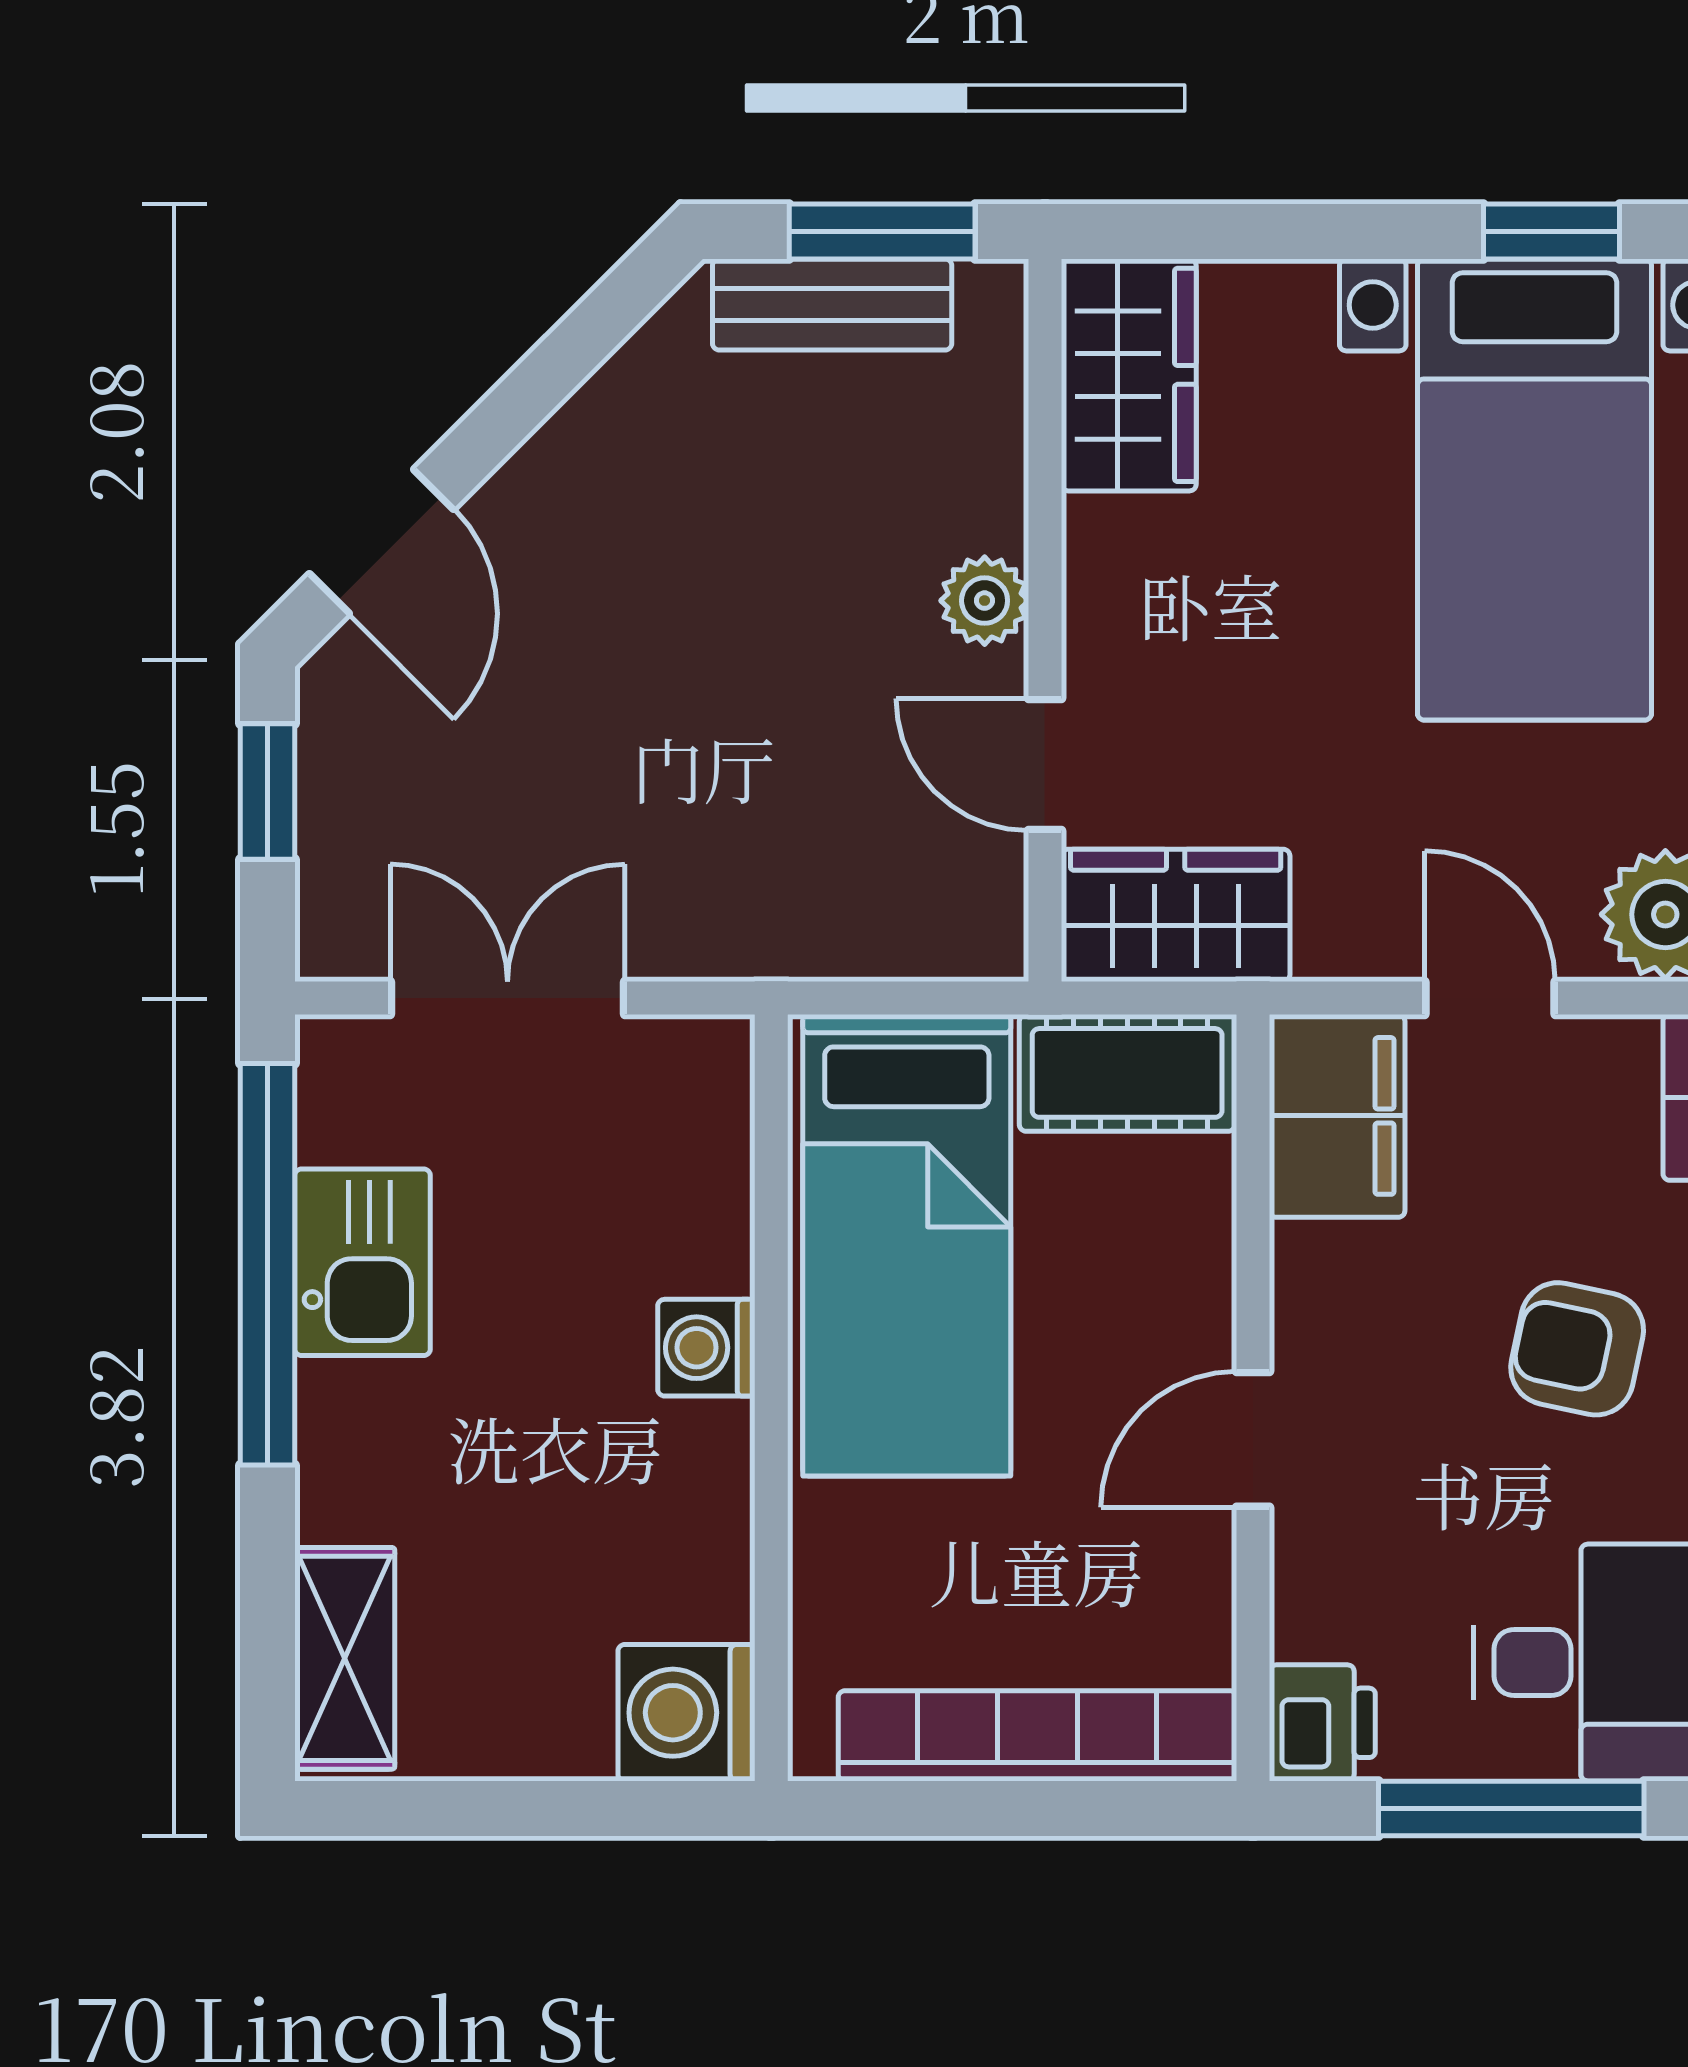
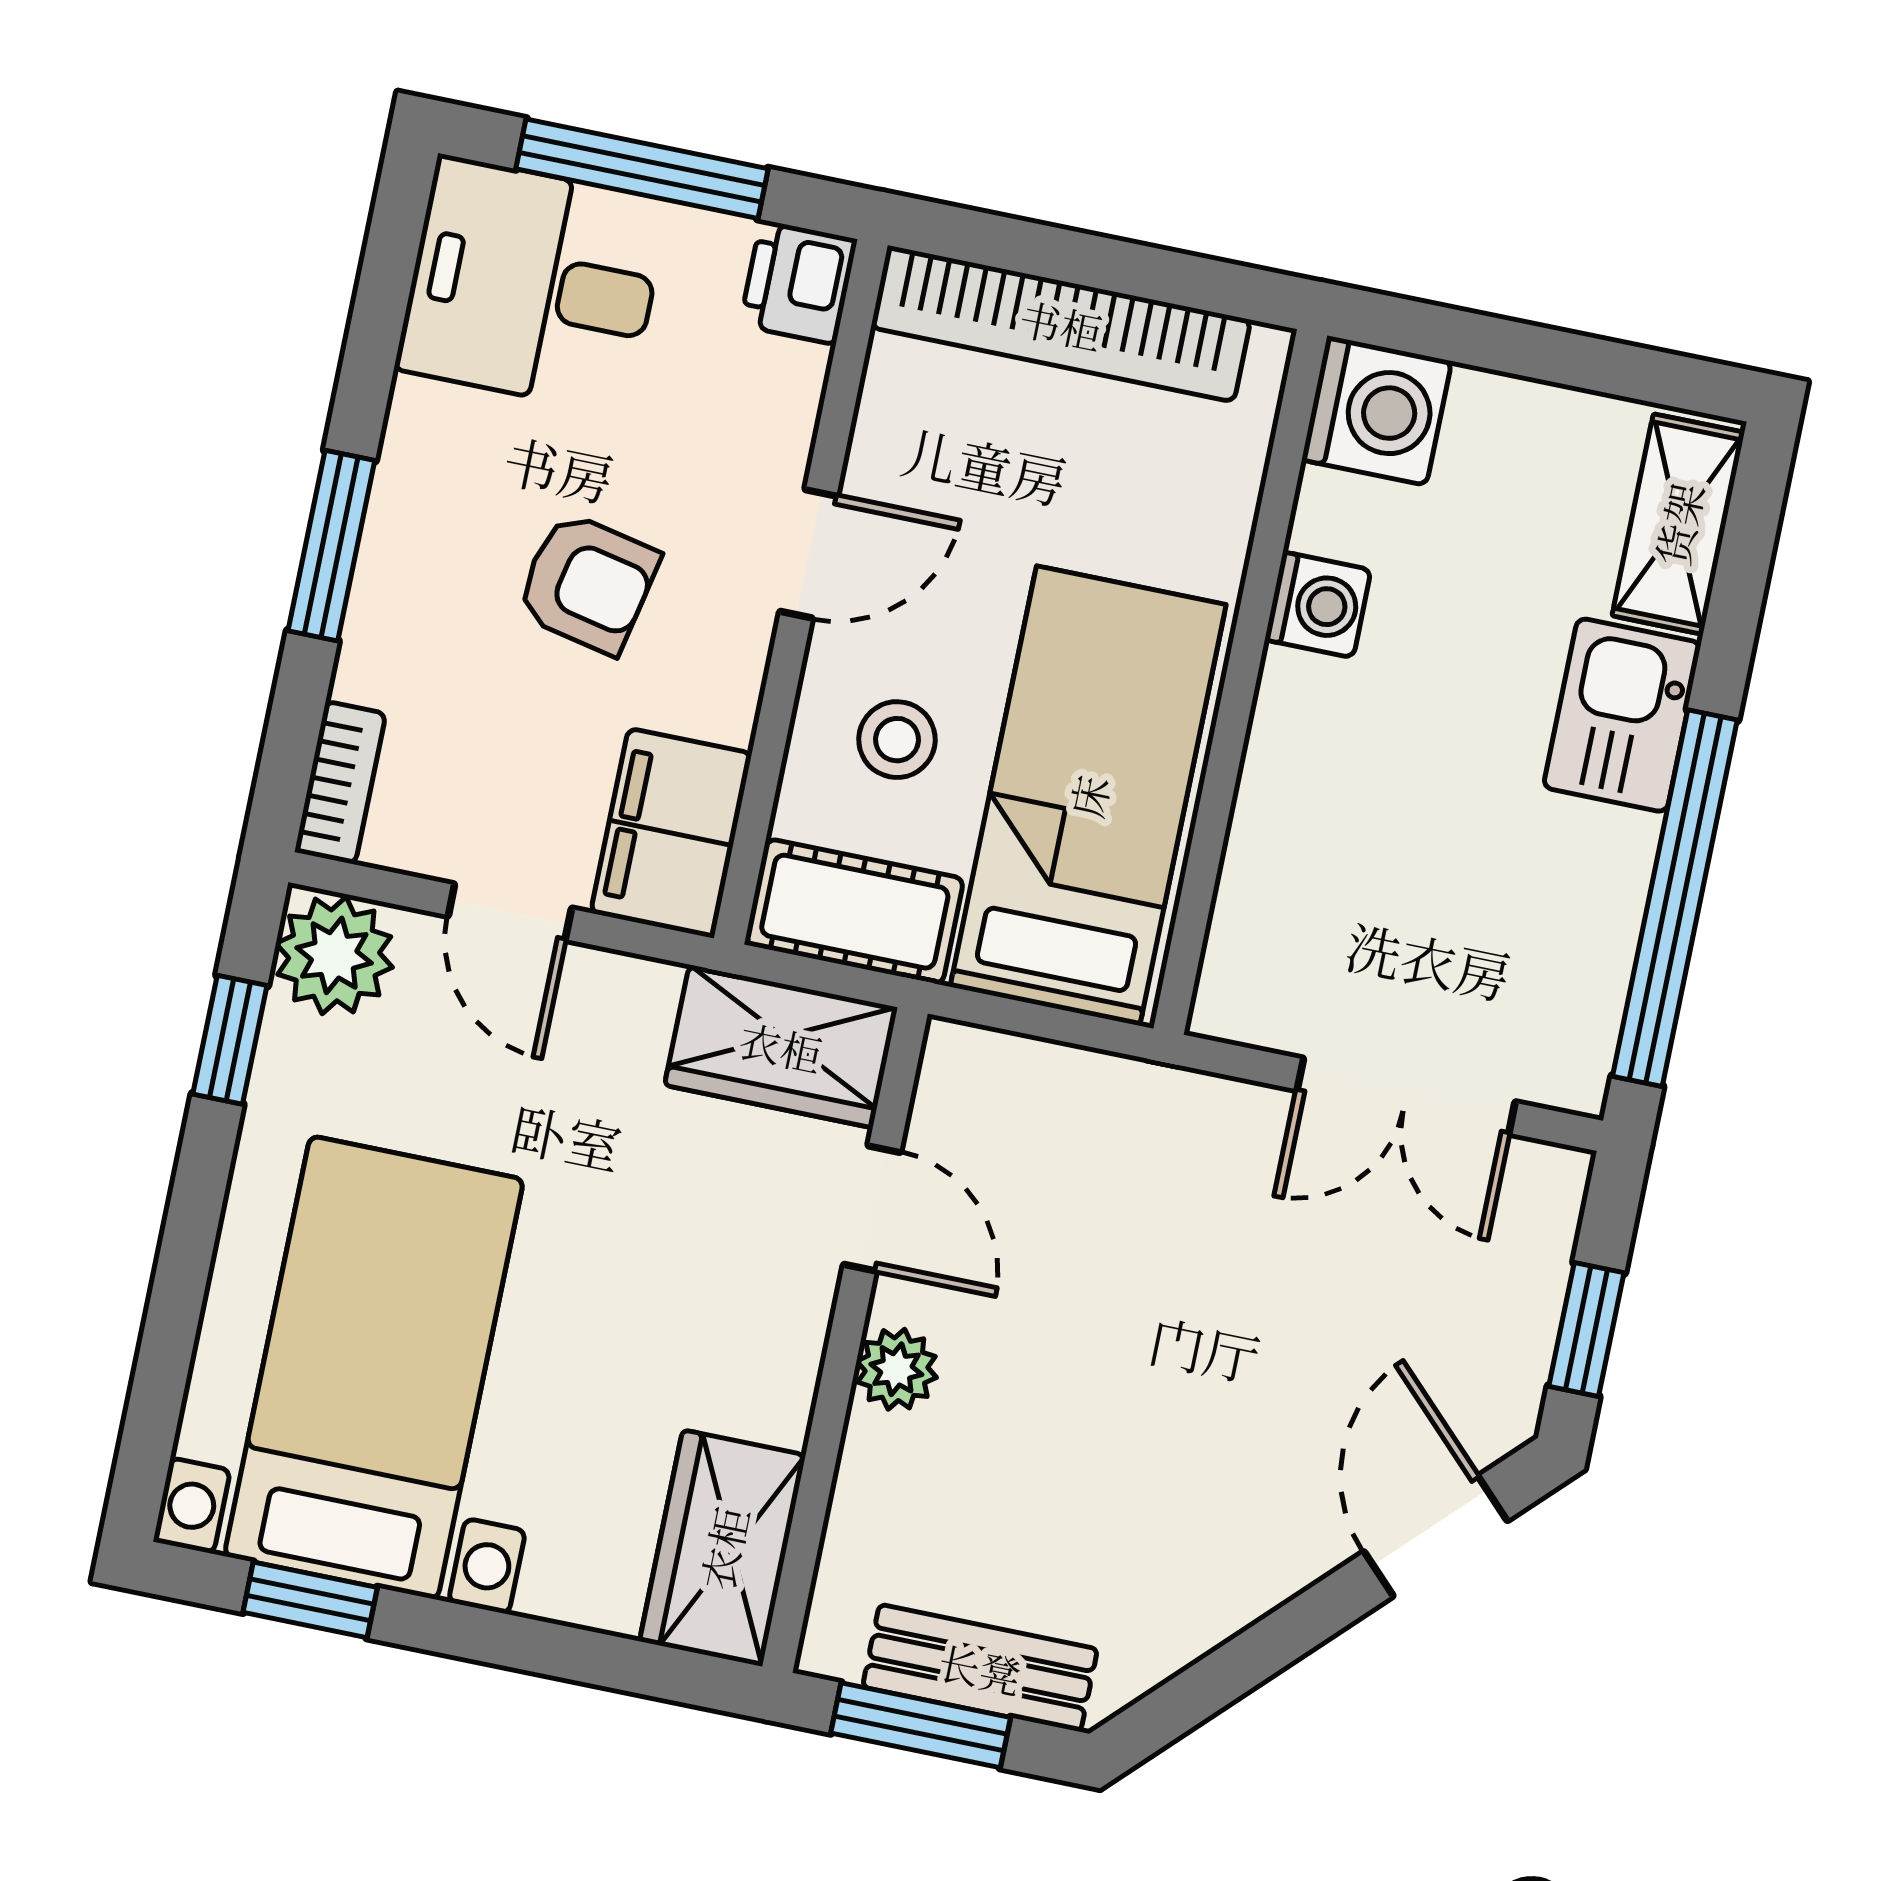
kitchen sink: (363, 1262) -> (1622, 715), moved
stool: (1120, 1263) -> (897, 740), added
washing machine: (706, 1348) -> (1318, 605), moved
armchair: (1577, 1349) -> (587, 583), moved

